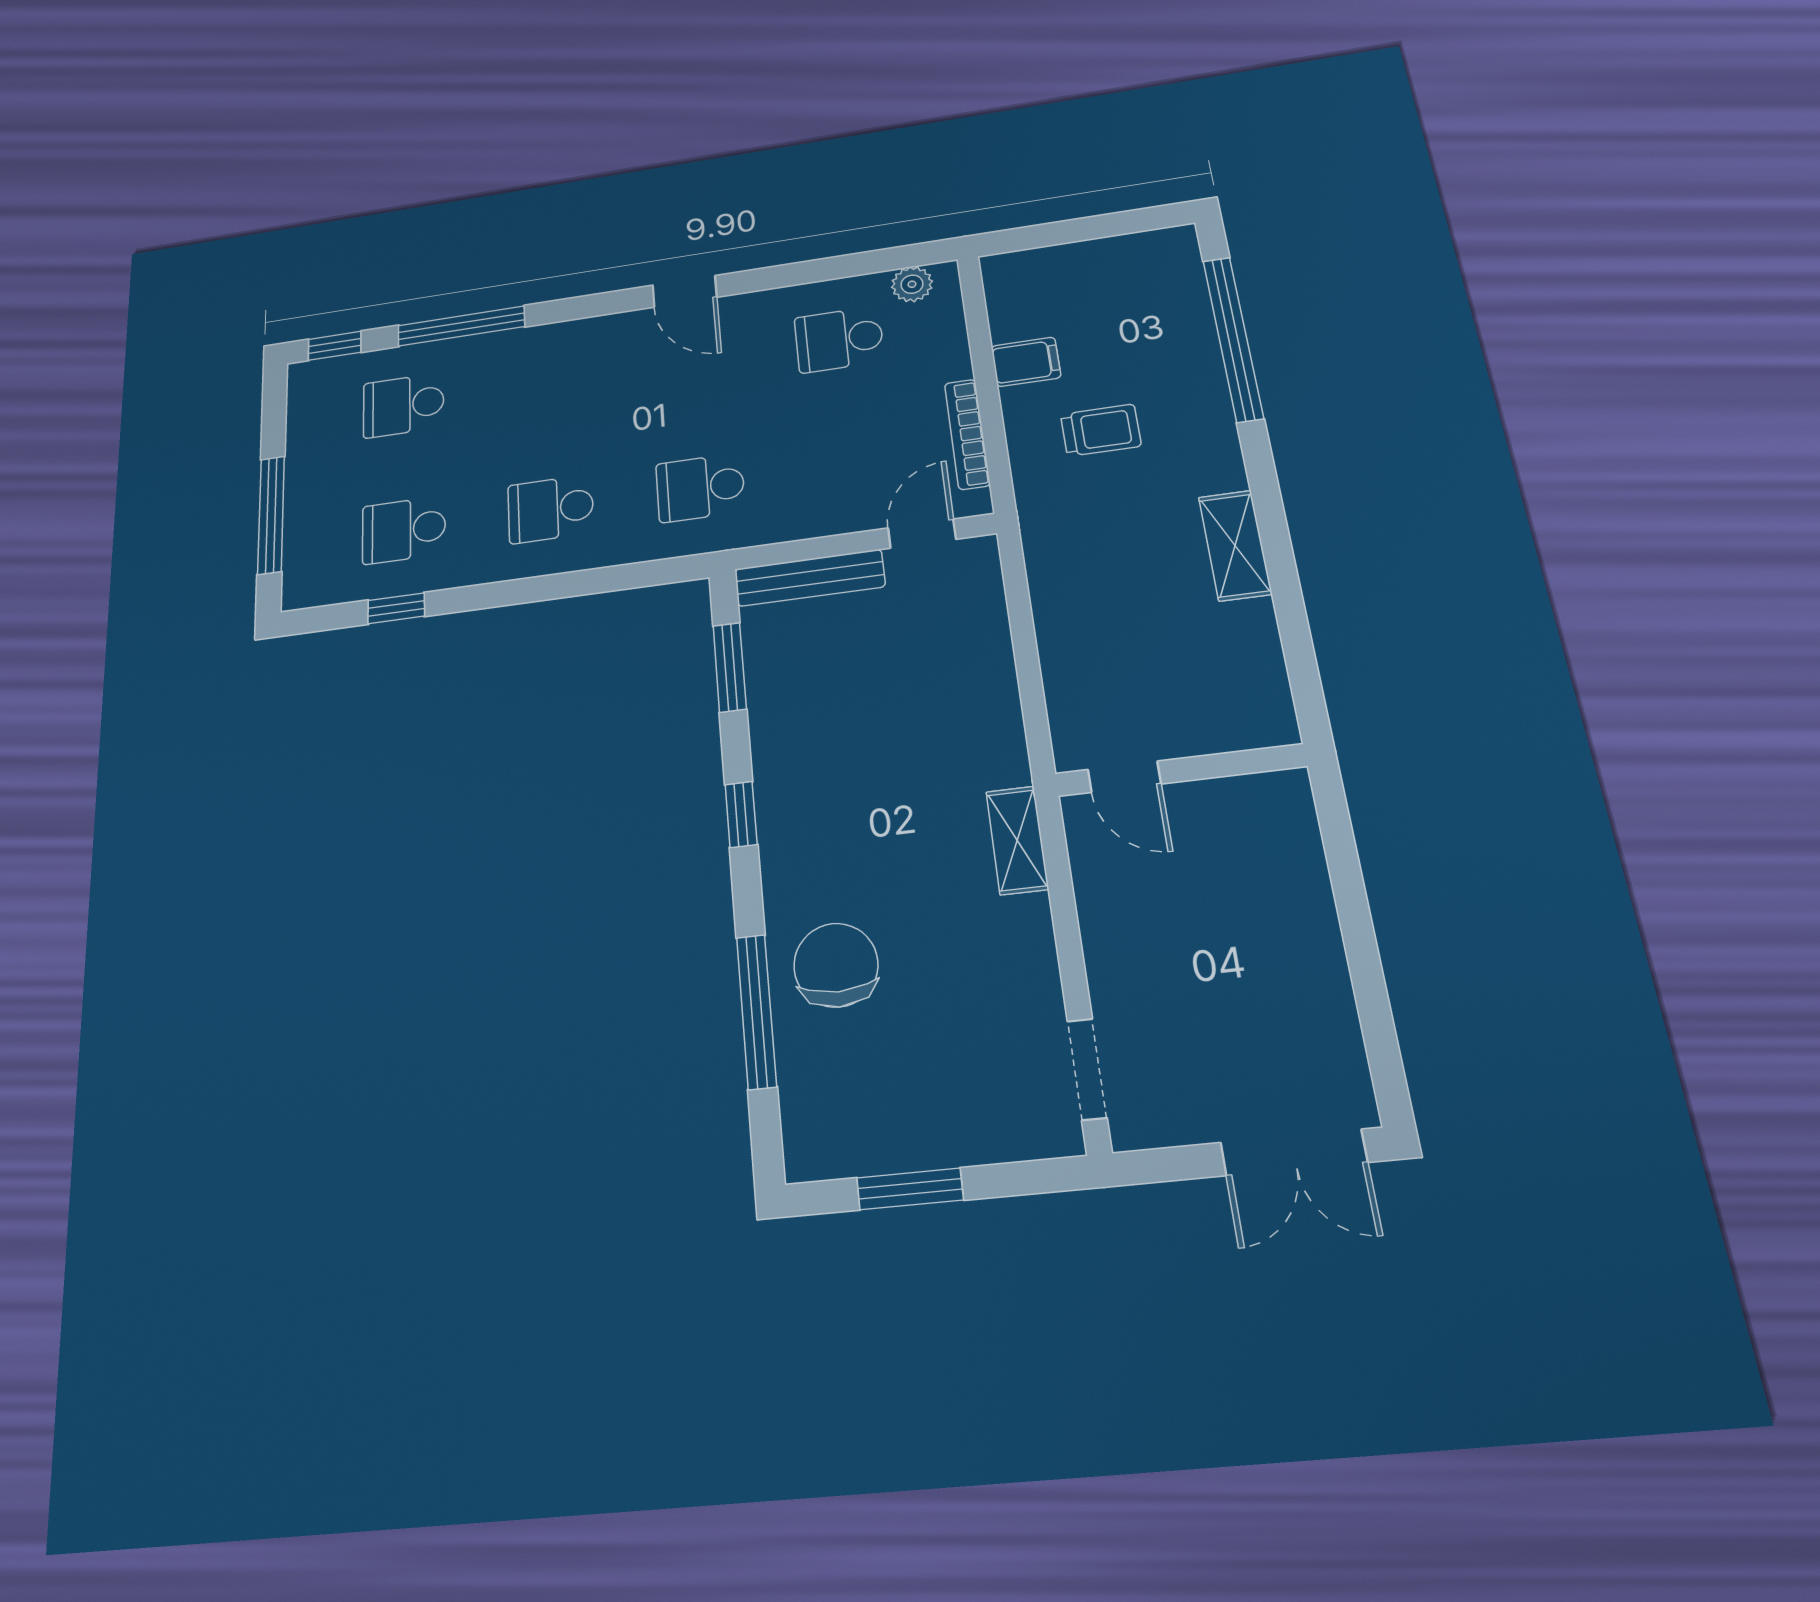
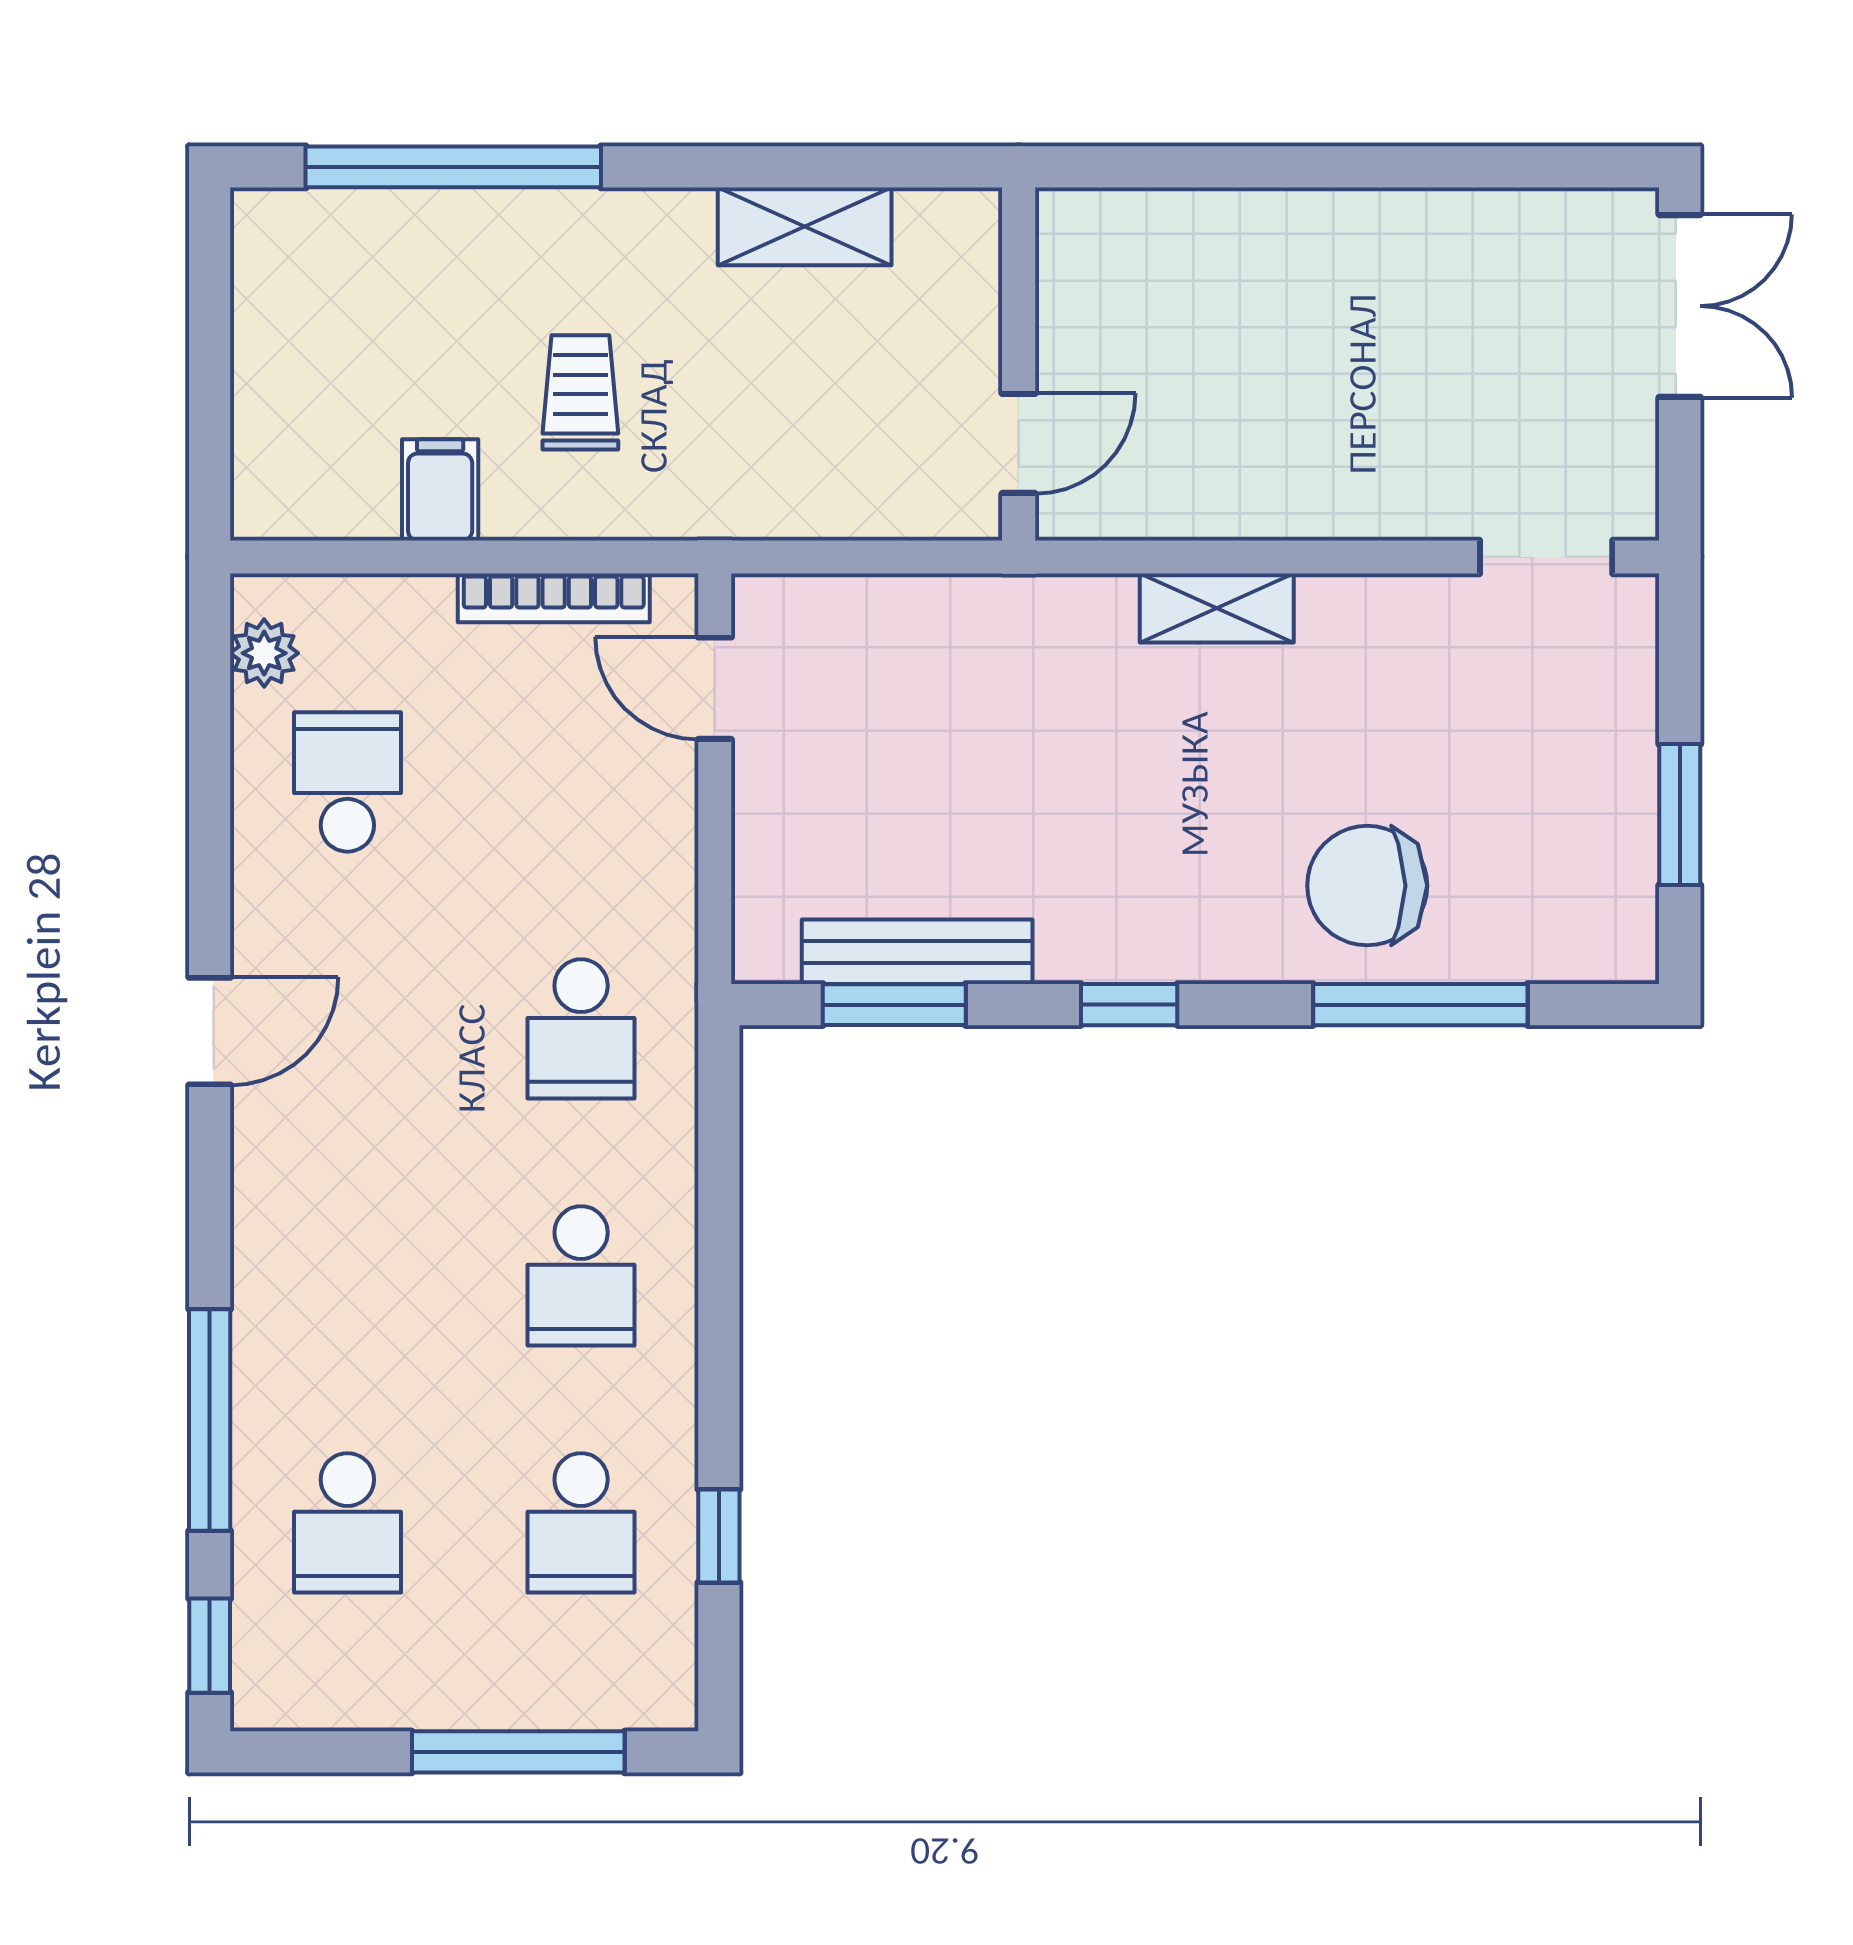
school desk: (839, 339) -> (347, 782), turned 180
bench: (810, 578) -> (917, 952), moved, turned 90
wall: (1180, 770) -> (1019, 364), moved
door: (1124, 777) -> (1019, 443), moved

